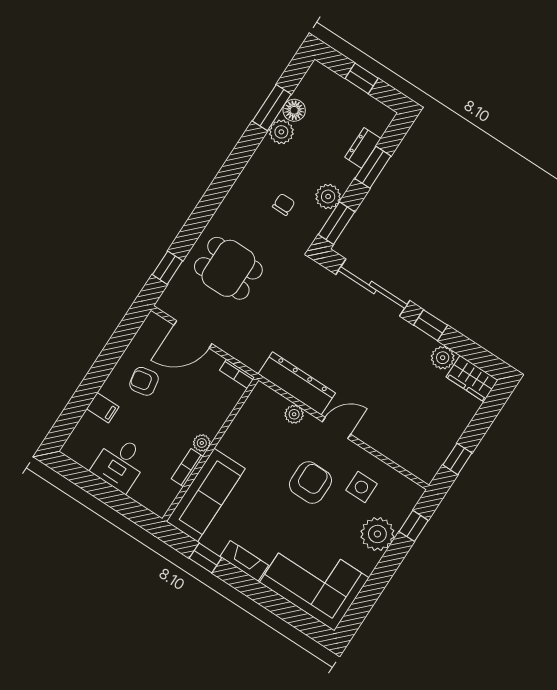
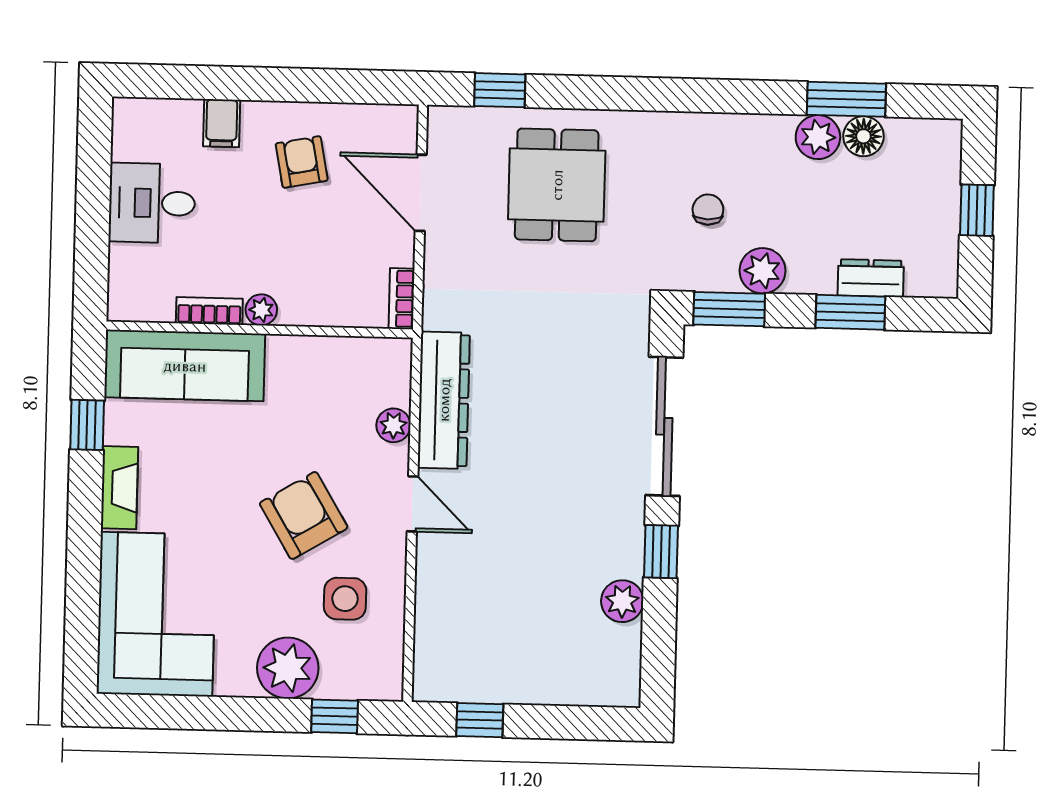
chair: (284, 204) -> (708, 210), turned -90
wardrobe: (472, 379) -> (618, 666), removed
armchair: (310, 482) -> (304, 515), turned -121

